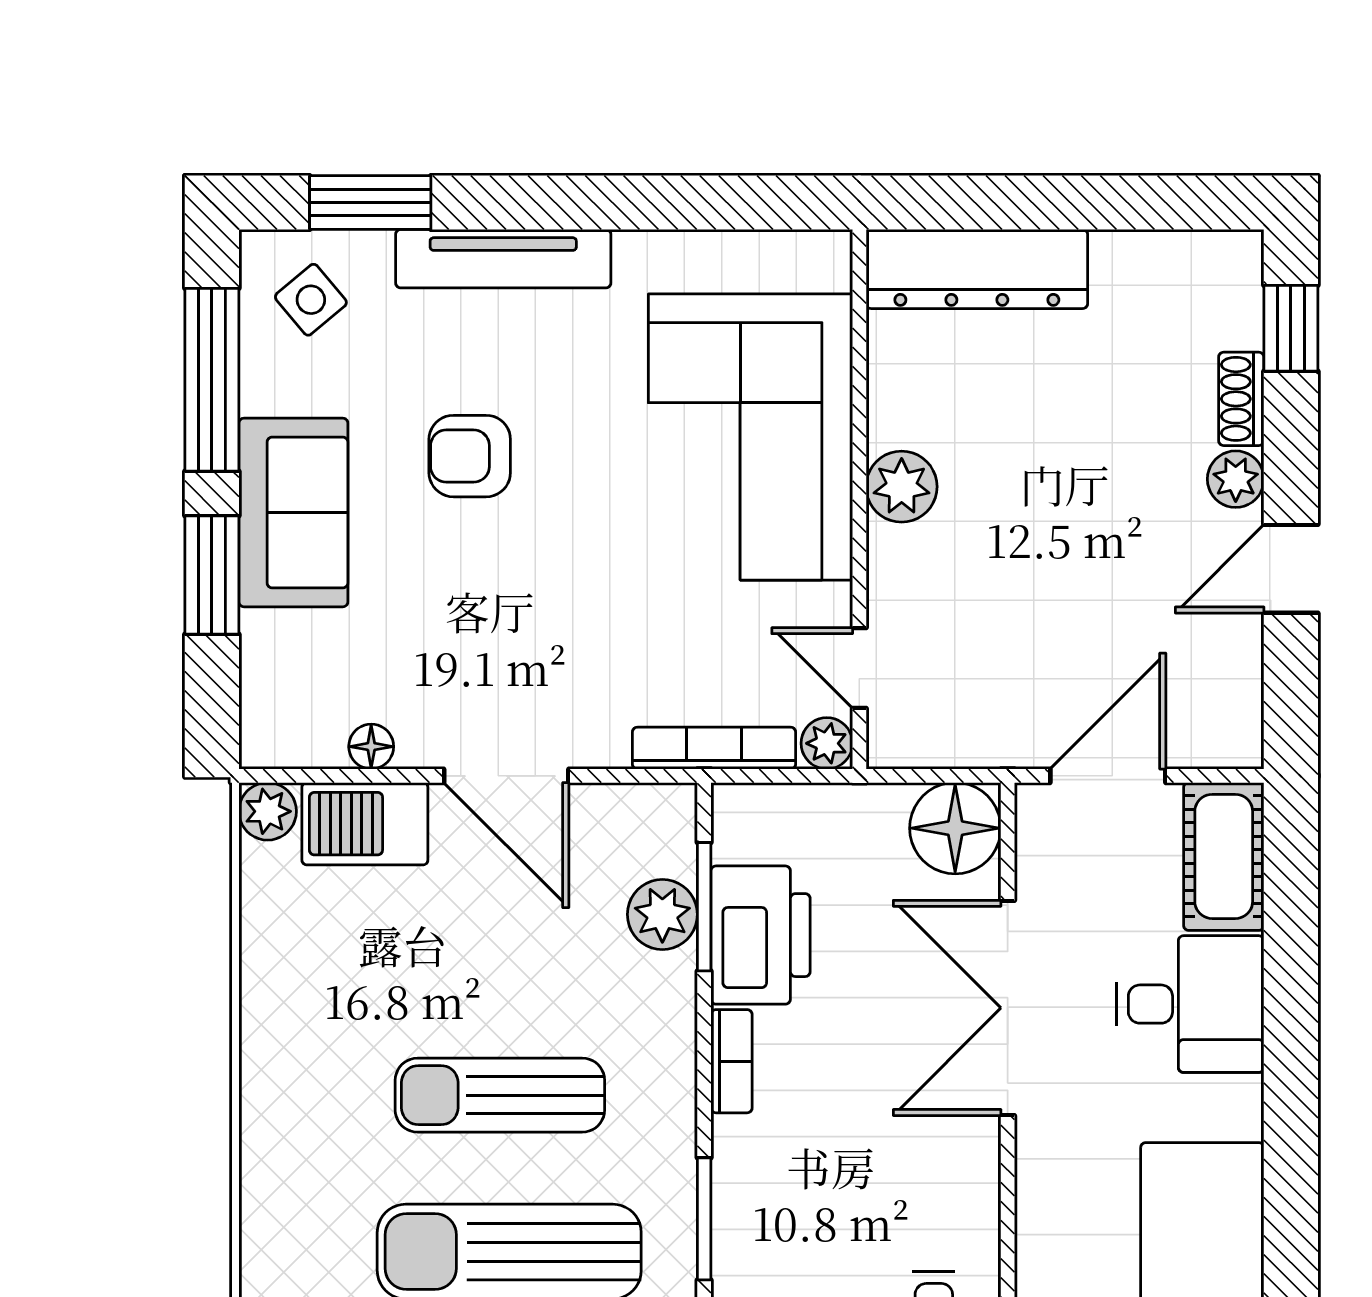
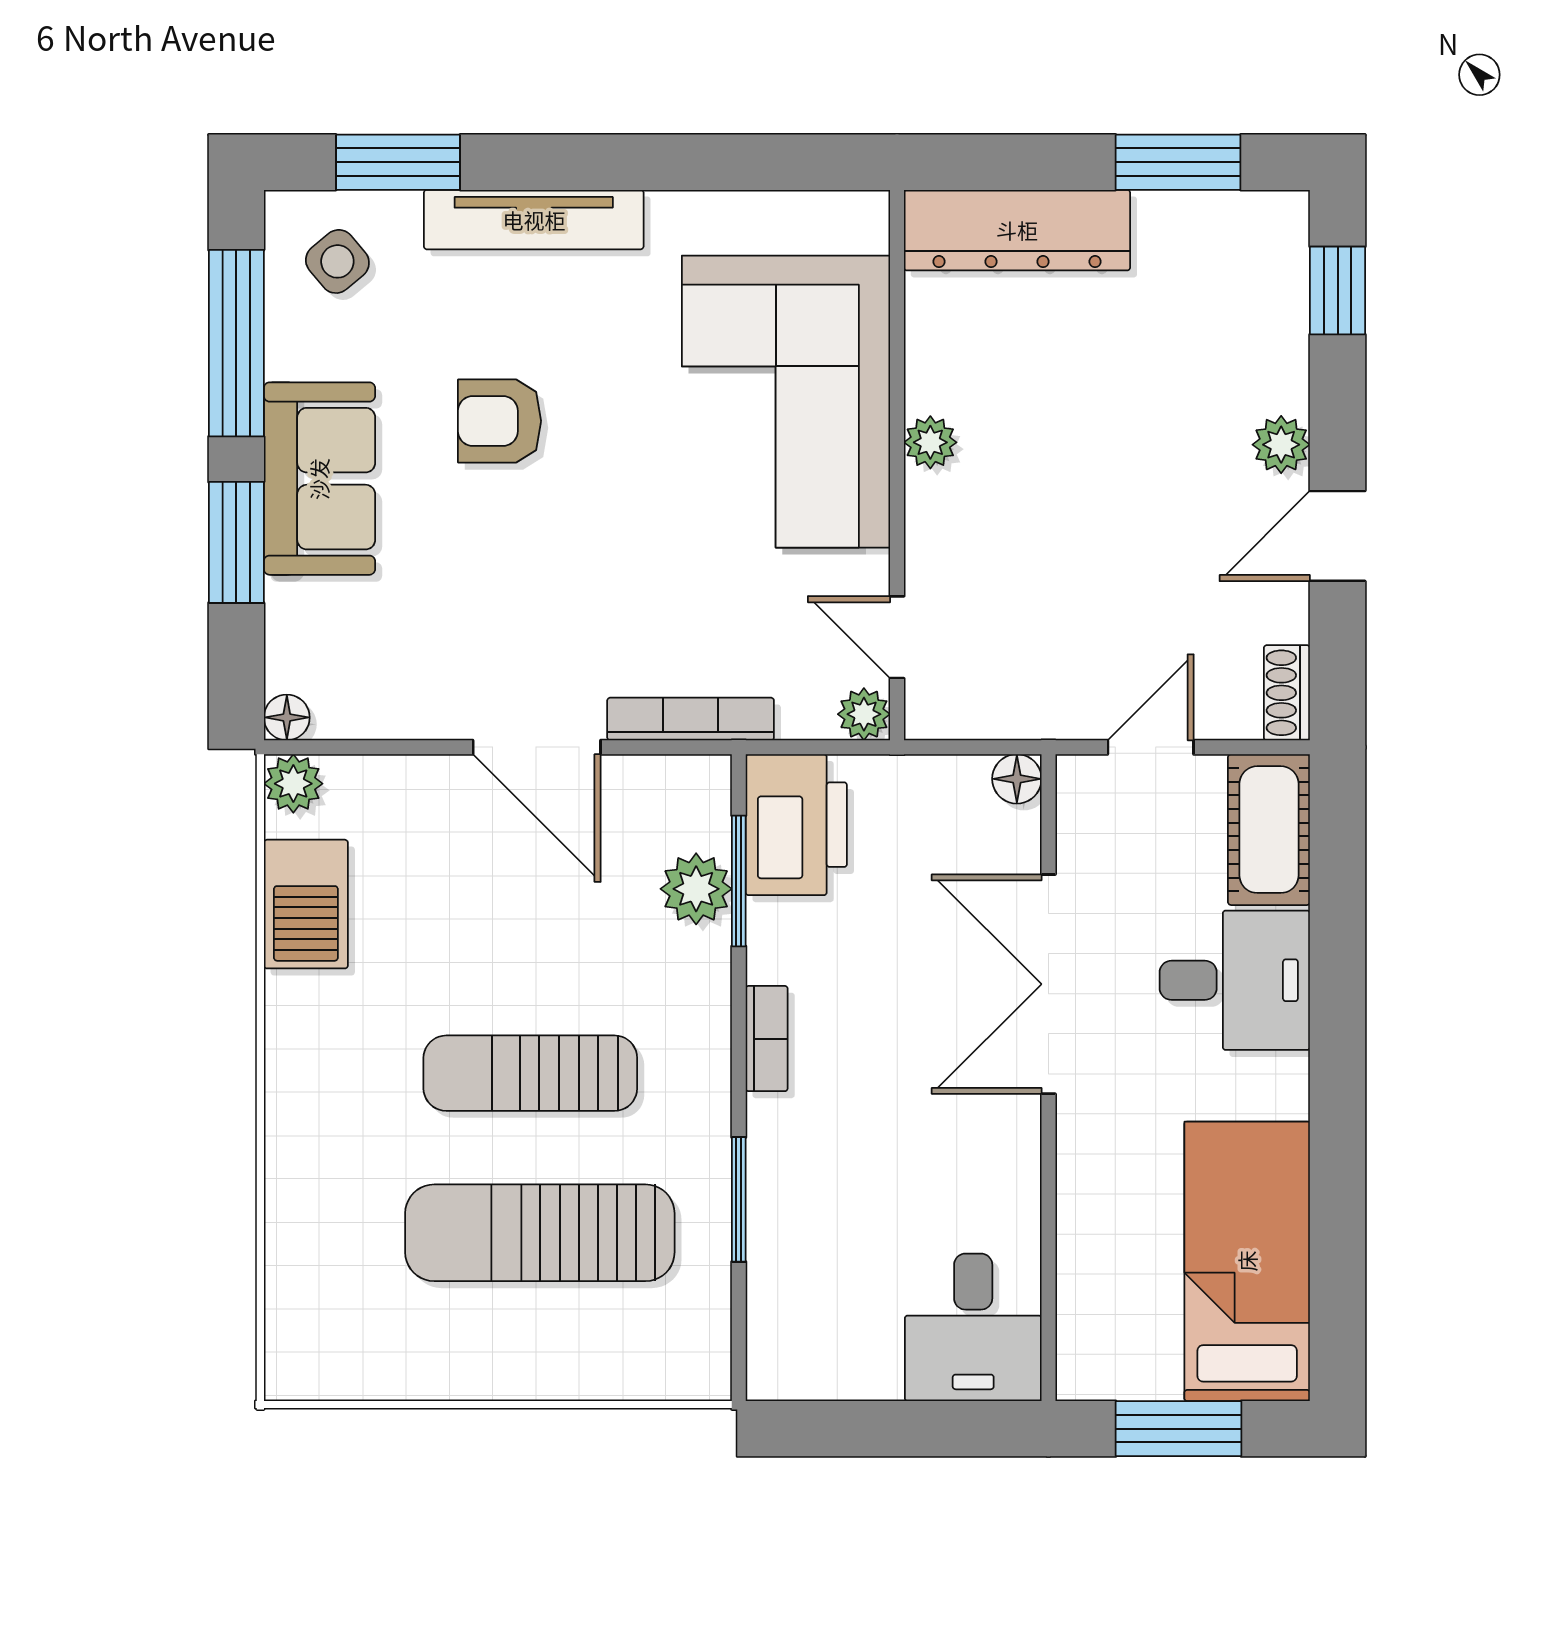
window: (1135, 202) -> (1178, 162), added
shoe rack: (1241, 399) -> (1287, 693), moved
plant: (902, 487) -> (930, 442), width x0.73, depth x0.73
floor lamp: (371, 747) -> (287, 717), moved
bookcase: (714, 748) -> (691, 719), moved
door: (1108, 776) -> (1151, 747), width x0.73
barbecue: (365, 824) -> (306, 904), moved, turned -90
floor lamp: (955, 828) -> (1017, 779), width x0.53, depth x0.53
printer: (761, 935) -> (796, 825), moved

